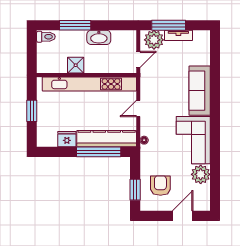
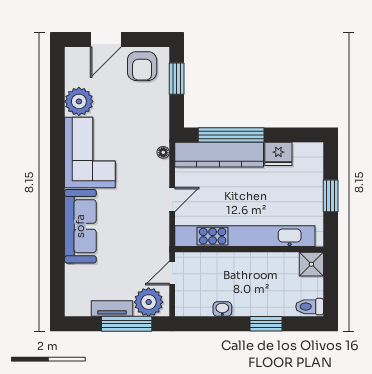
window: (75, 25) -> (266, 324), width x0.69
washbasin: (99, 37) -> (222, 309), width x0.52, depth x0.69
shower: (76, 65) -> (311, 264), moved
armchair: (160, 186) -> (142, 66), moved

